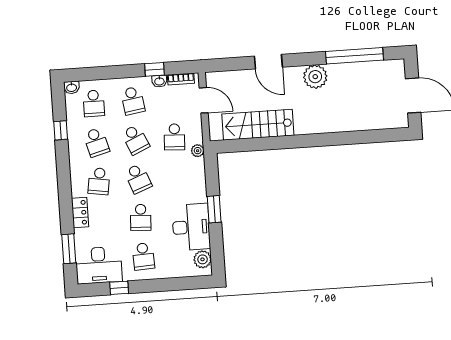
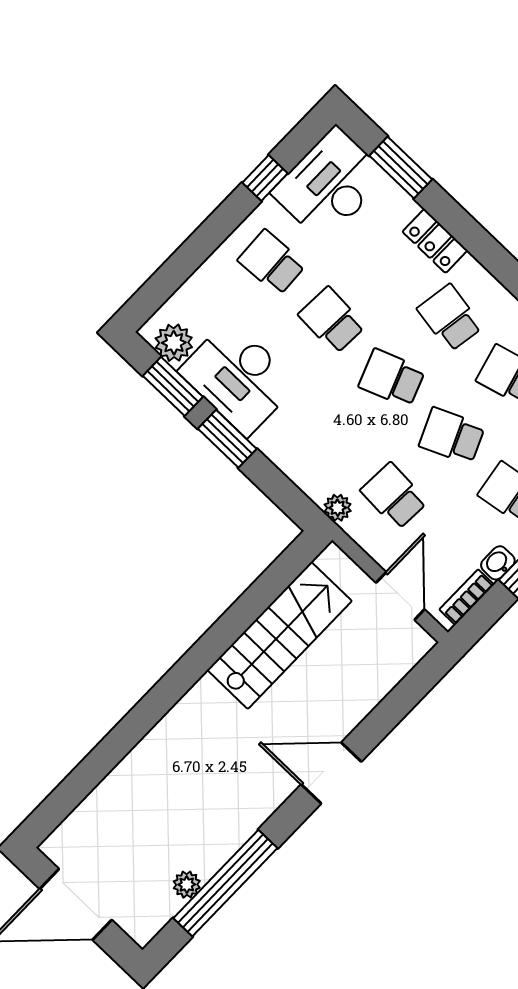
door: (268, 62) -> (331, 773), moved
plant: (315, 77) -> (187, 885), moved, width x0.53, depth x0.53
door: (204, 100) -> (400, 596), swing flipped
window: (217, 245) -> (173, 386), added

